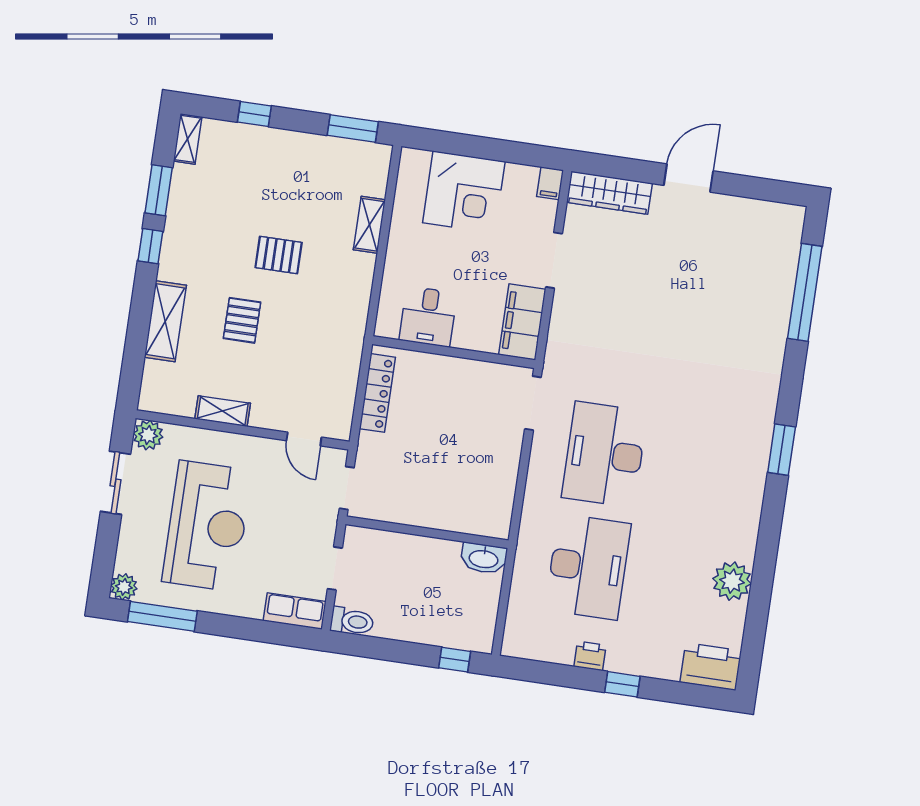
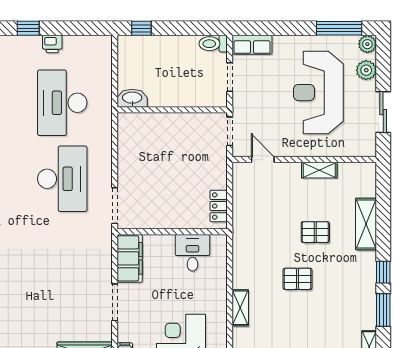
pallet: (242, 320) -> (315, 232), turned 90
locker: (377, 393) -> (219, 206), width x0.66
plant: (148, 435) -> (366, 70), moved

